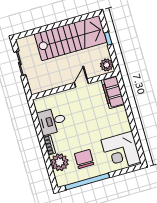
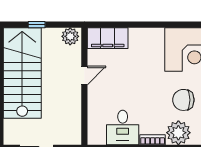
door: (81, 83) -> (84, 75), swing flipped

